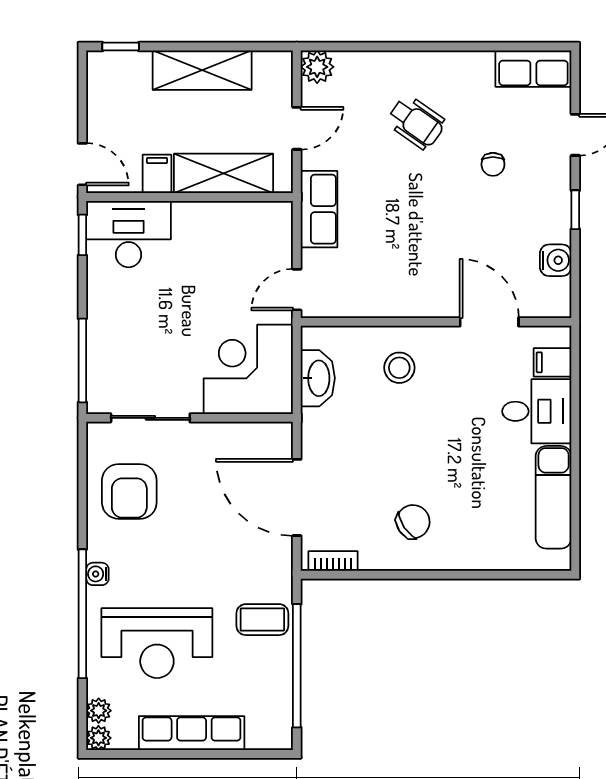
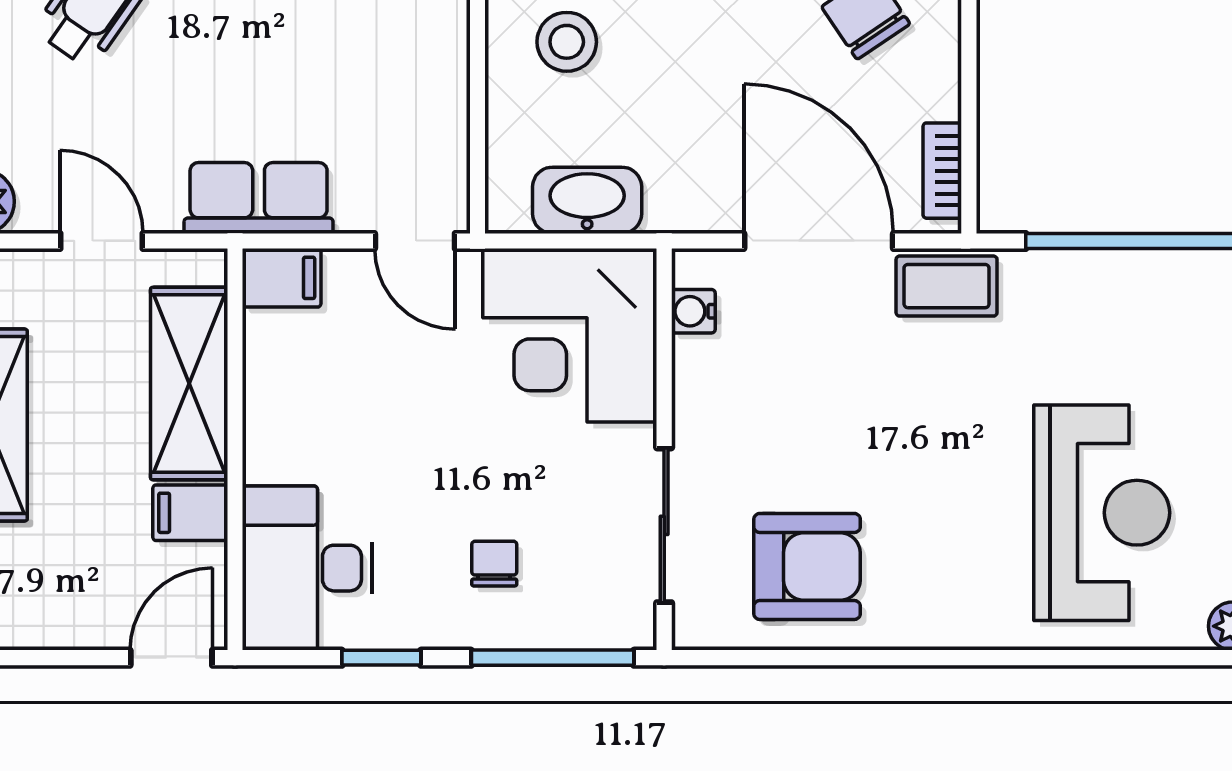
filing cabinet: (278, 221) -> (282, 278), added
window: (82, 235) -> (381, 658), moved
chair: (131, 330) -> (494, 564), added
door: (297, 497) -> (819, 241), swing flipped
water cooler: (97, 574) -> (693, 311), moved, turned 90
window: (82, 614) -> (1045, 658), removed
coffee table: (262, 620) -> (947, 286), moved, turned 90

